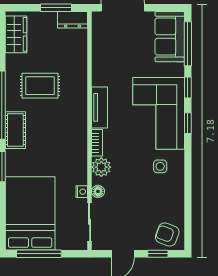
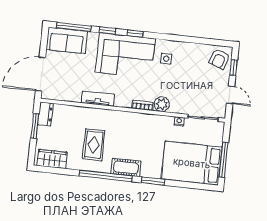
tv unit: (100, 107) -> (98, 99), moved
floor lamp: (98, 191) -> (180, 109), removed

